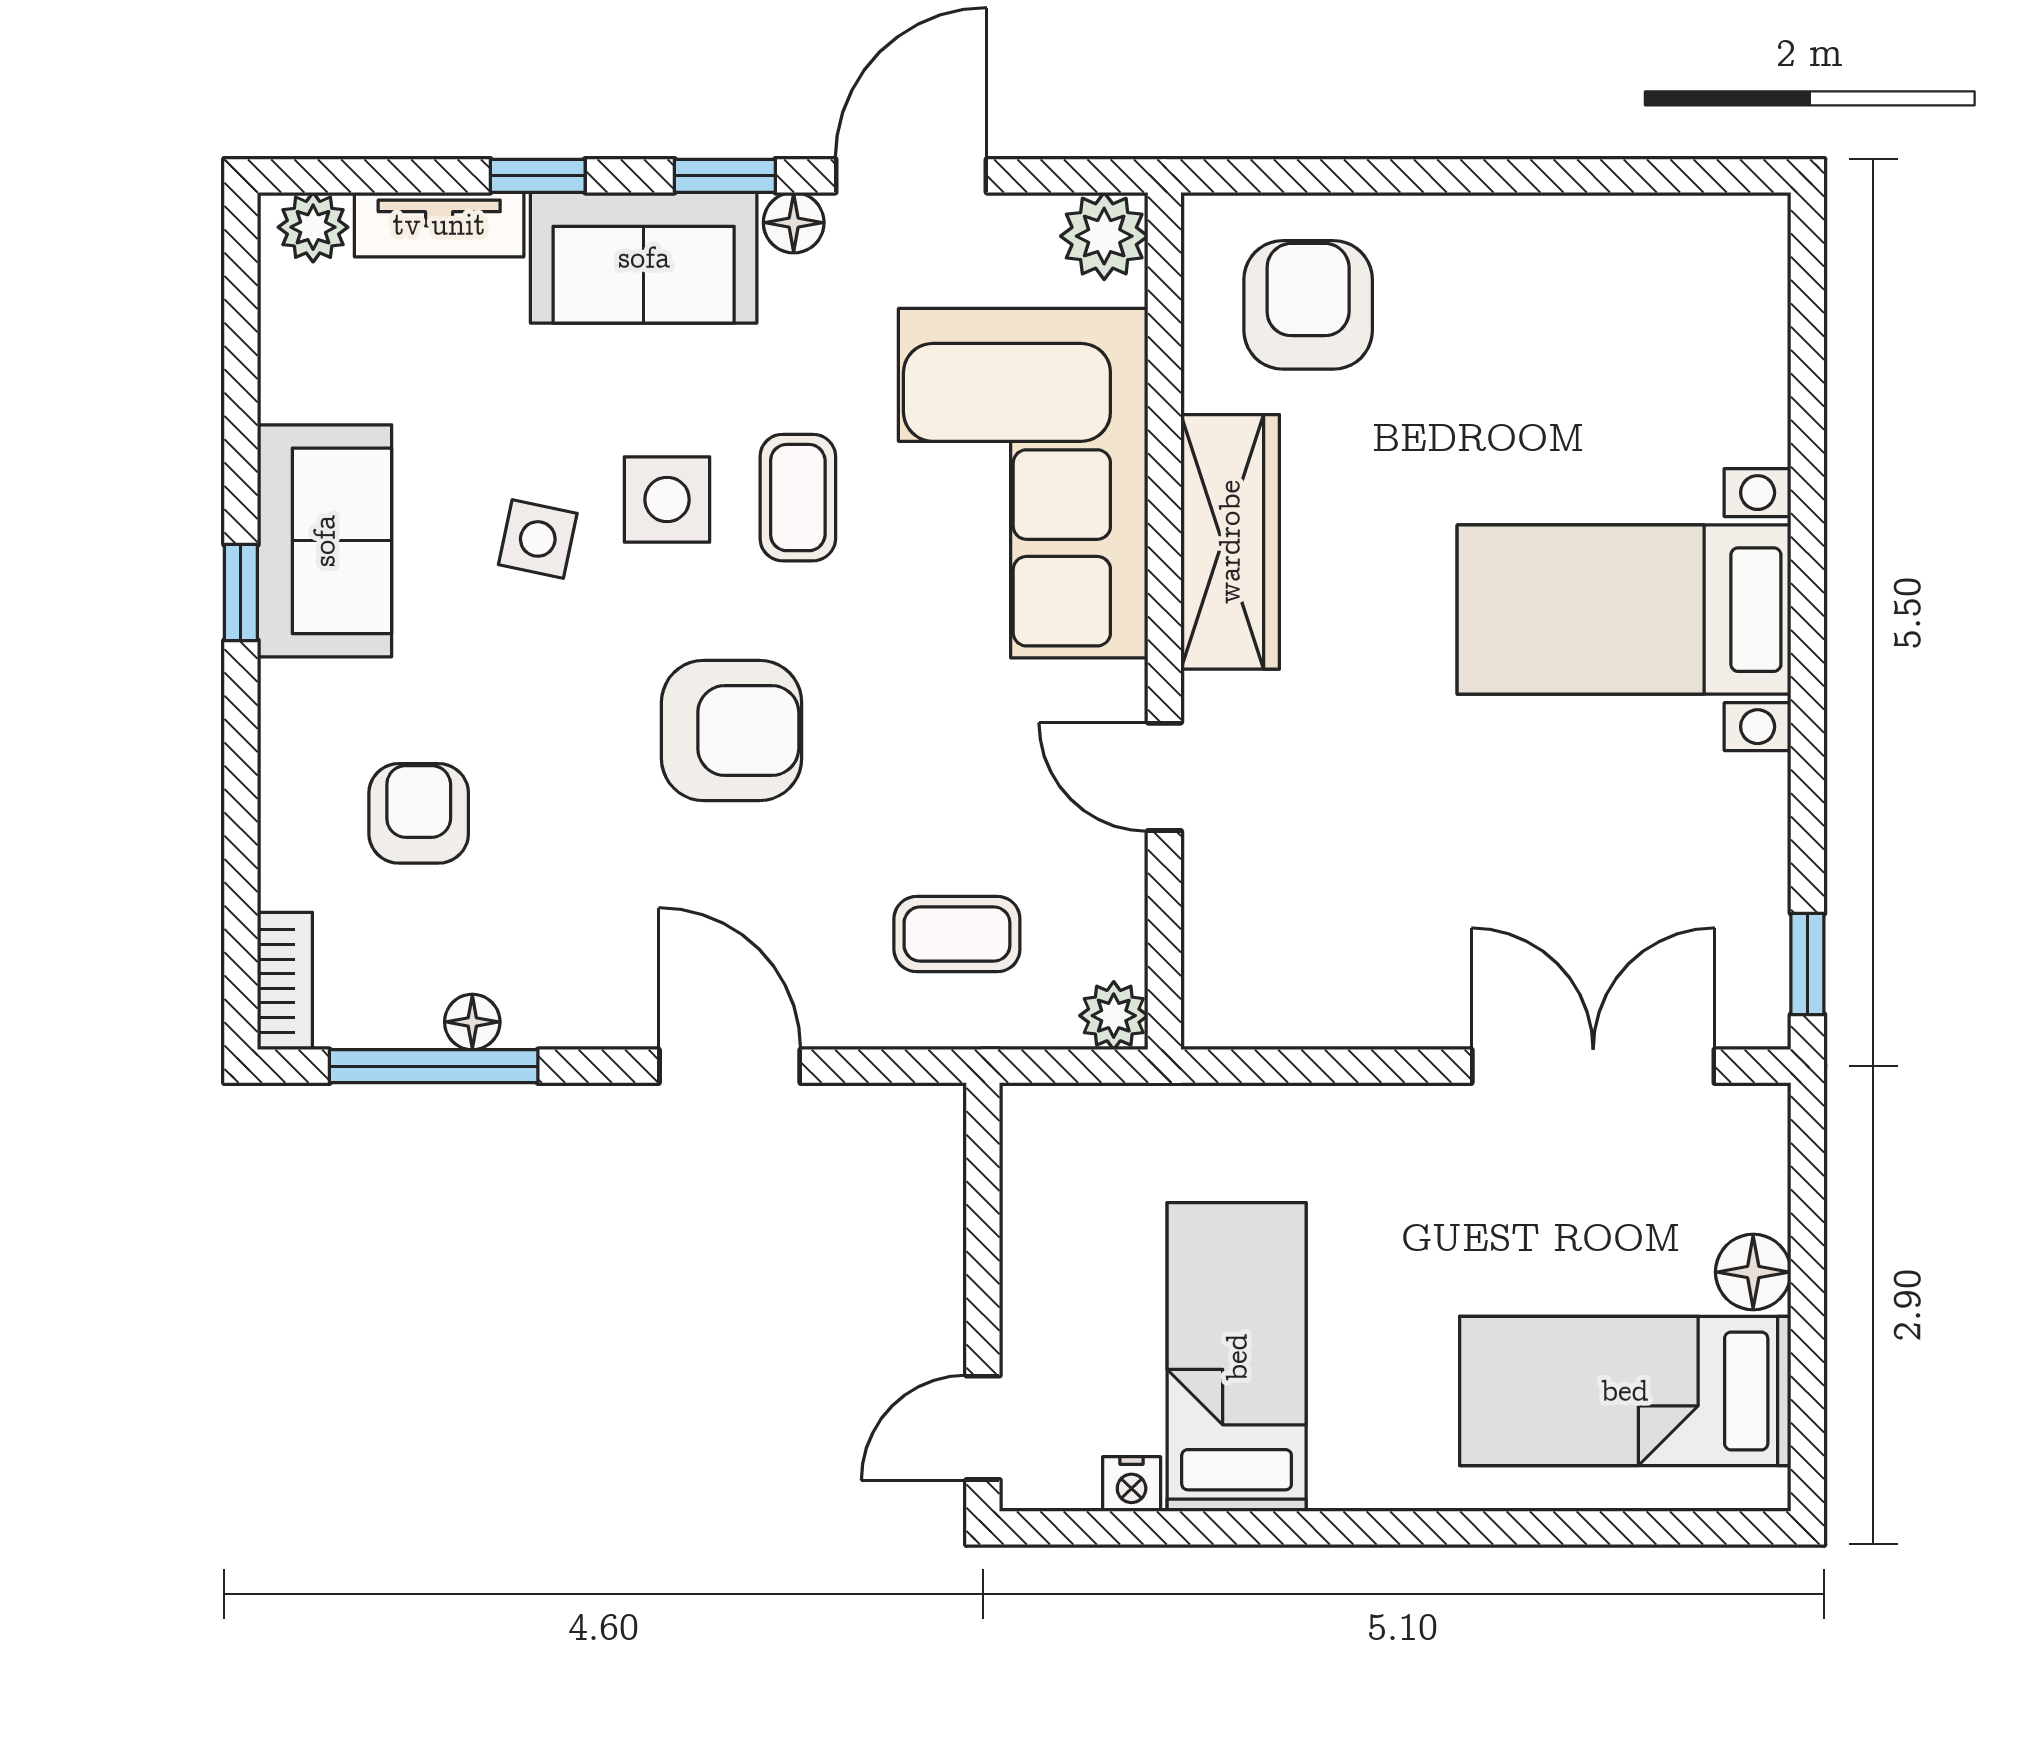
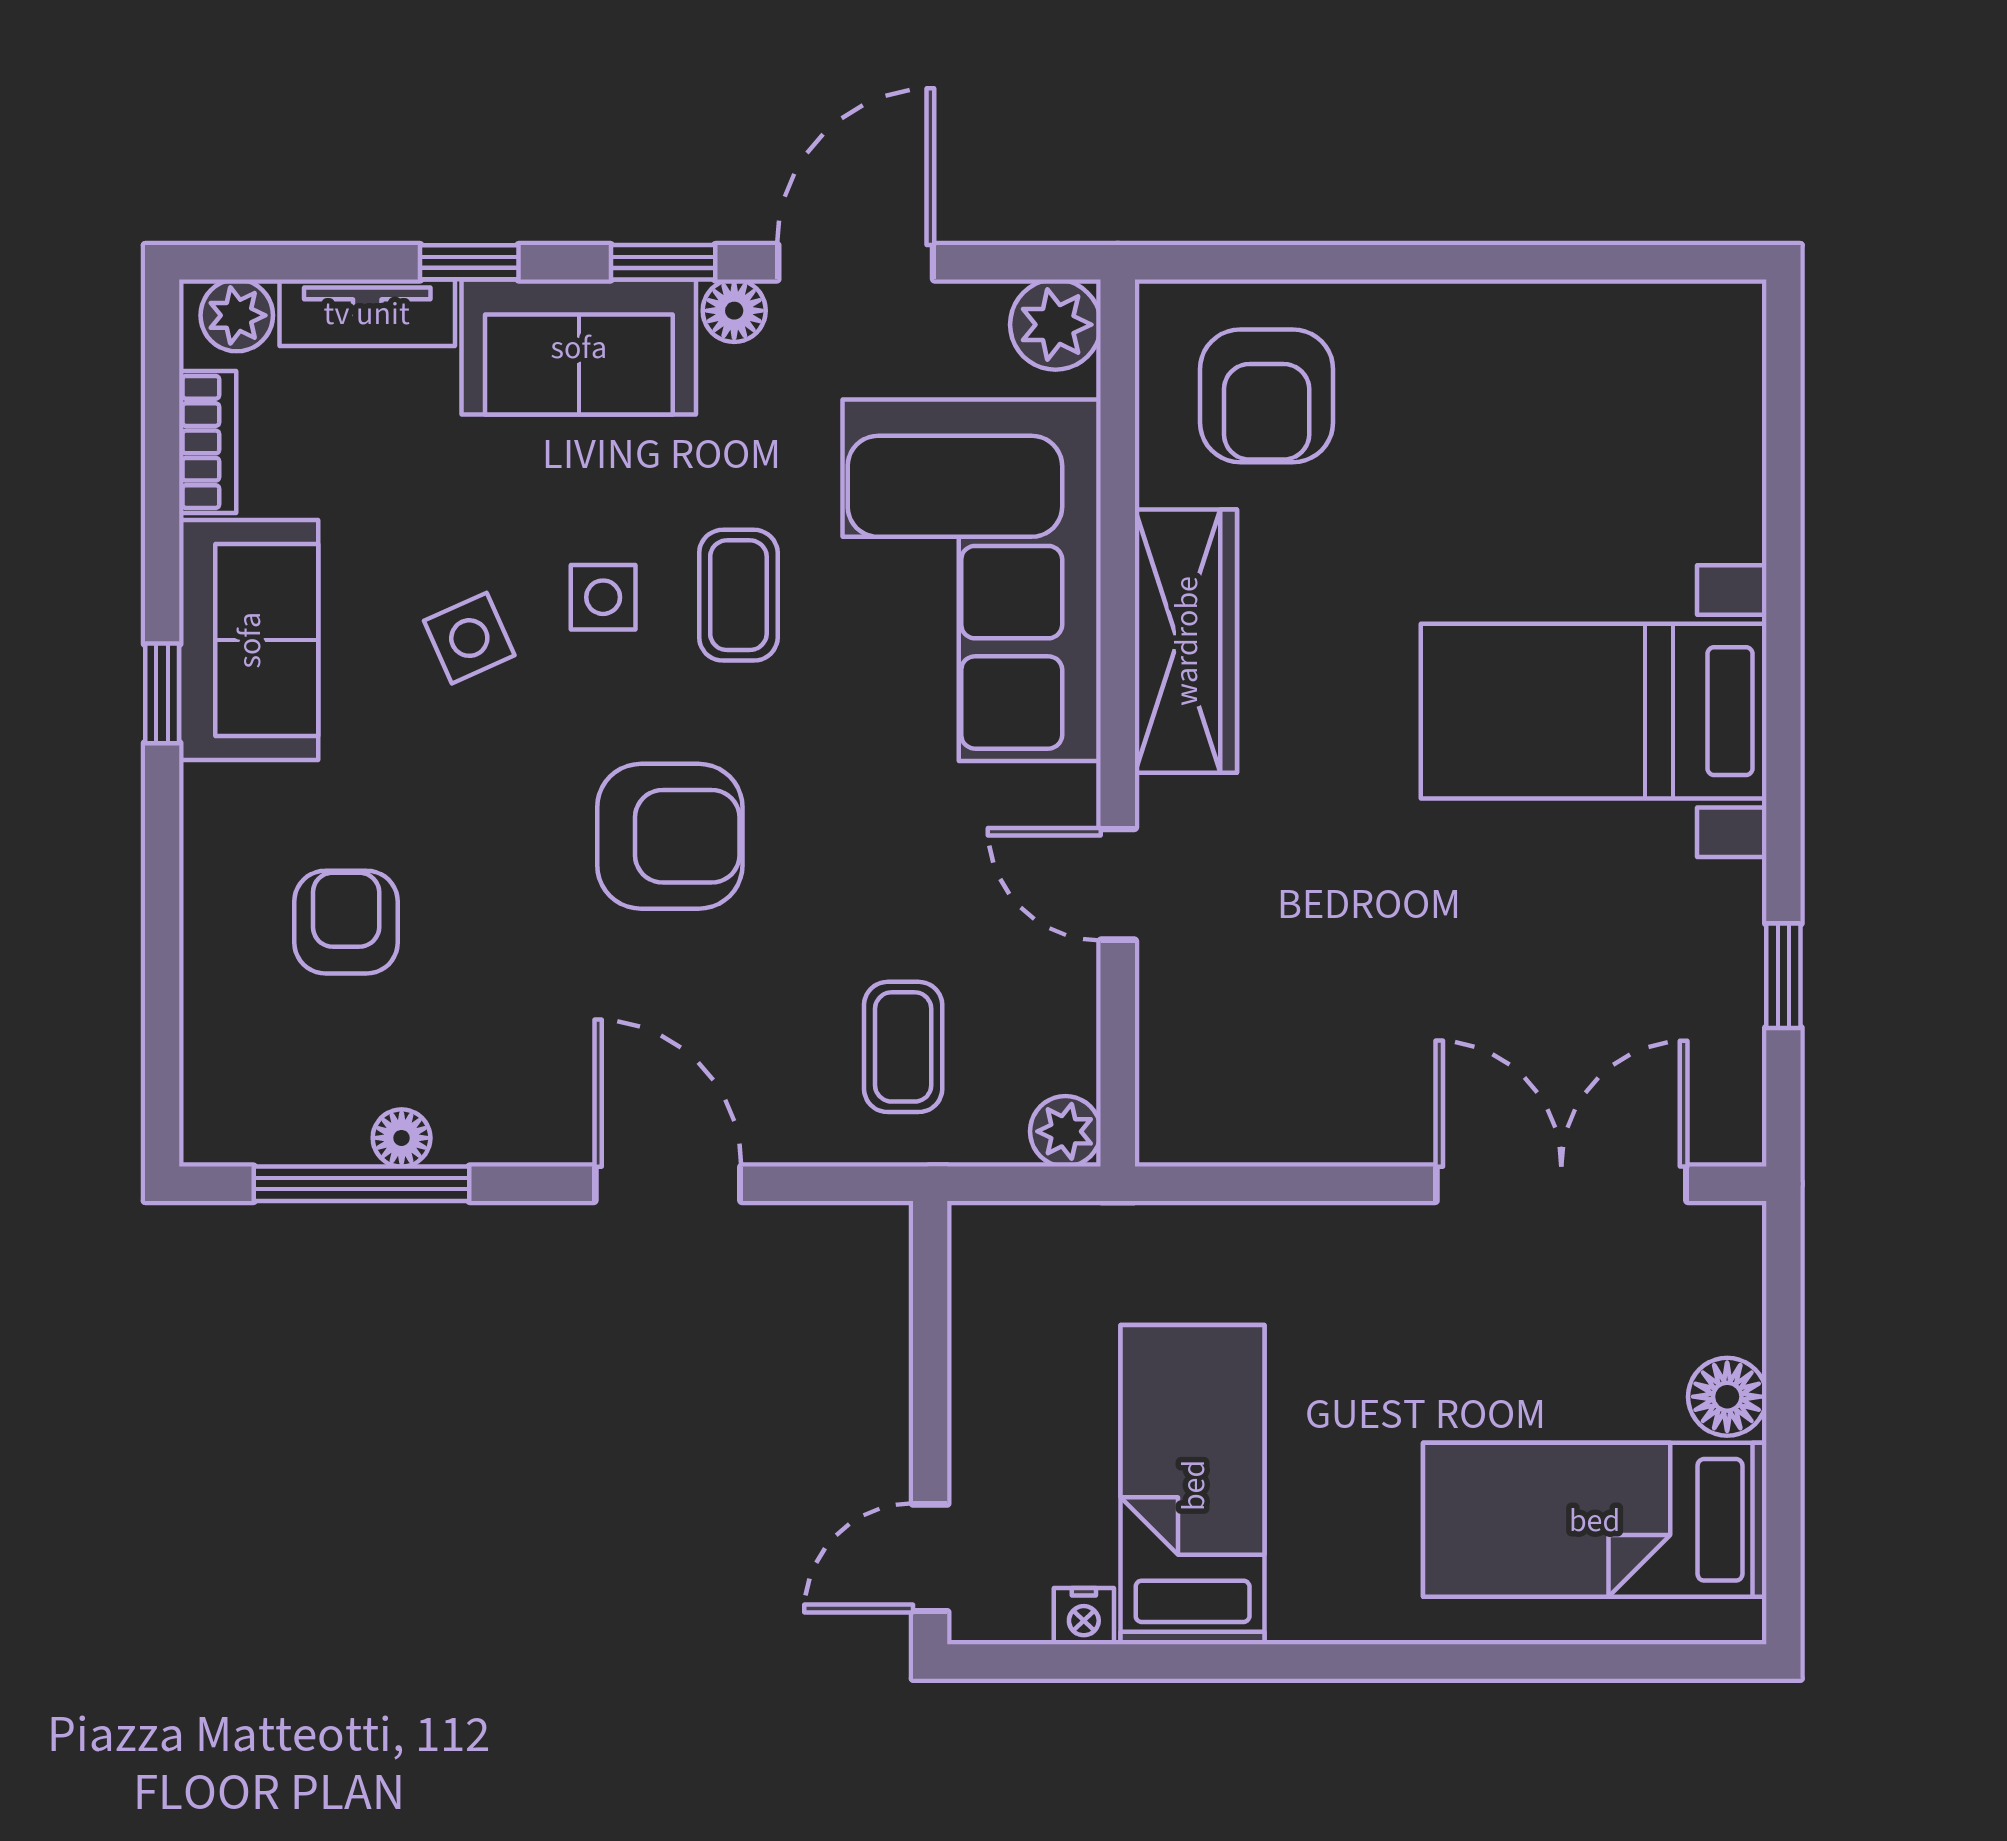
armchair: (1308, 305) -> (1267, 396), turned 180
side table: (667, 500) -> (603, 597), width x0.73, depth x0.73
side table: (538, 539) -> (469, 638), turned -36
coffee table: (957, 934) -> (903, 1047), turned 90
window: (1807, 964) -> (1783, 976), moved
bookcase: (285, 981) -> (208, 442), moved

